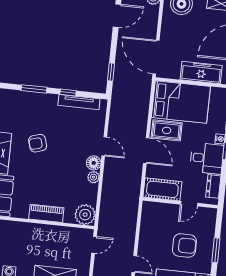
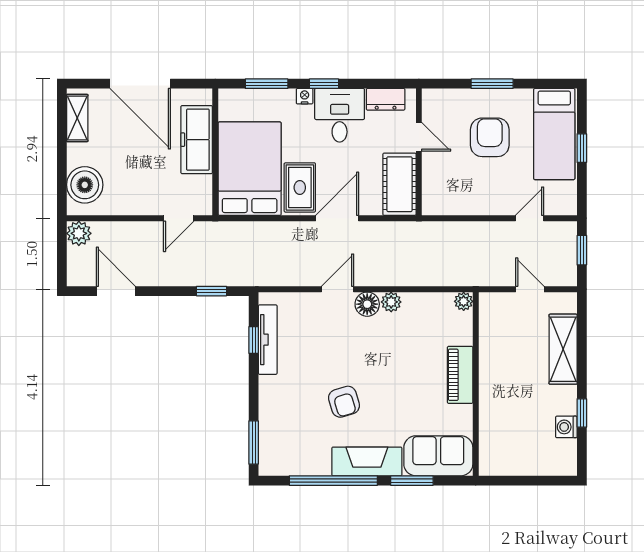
door: (156, 57) -> (179, 218), width x0.53
window: (34, 89) -> (254, 442), moved
window: (68, 93) -> (254, 340), moved
plant: (85, 215) -> (464, 301), width x0.53, depth x0.53
door: (94, 245) -> (530, 289), moved

